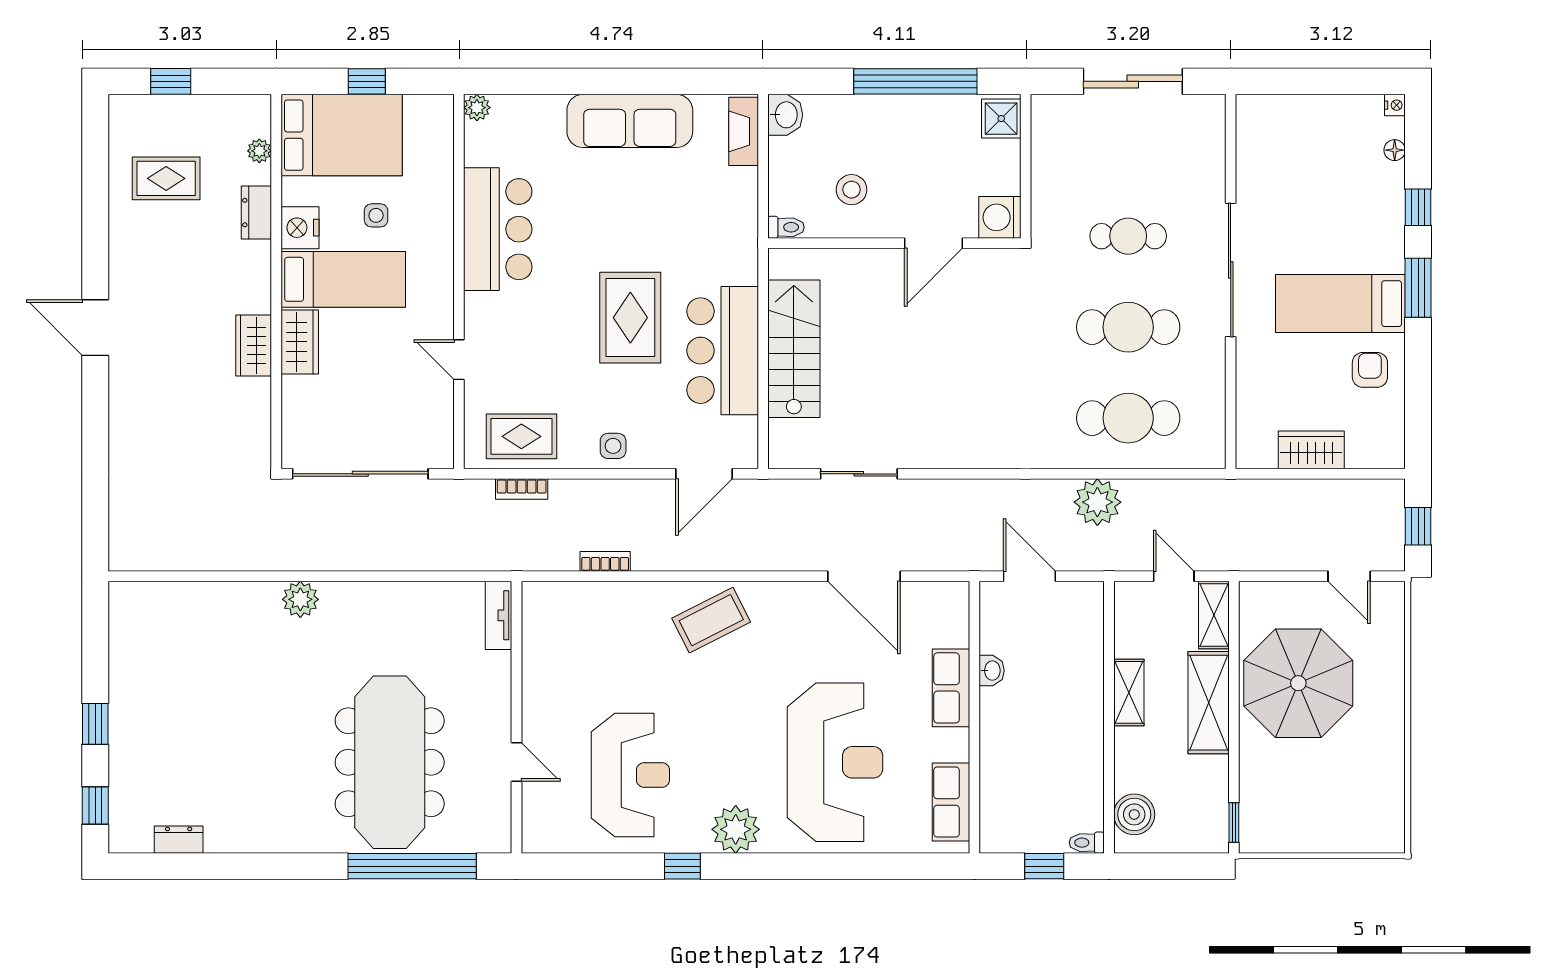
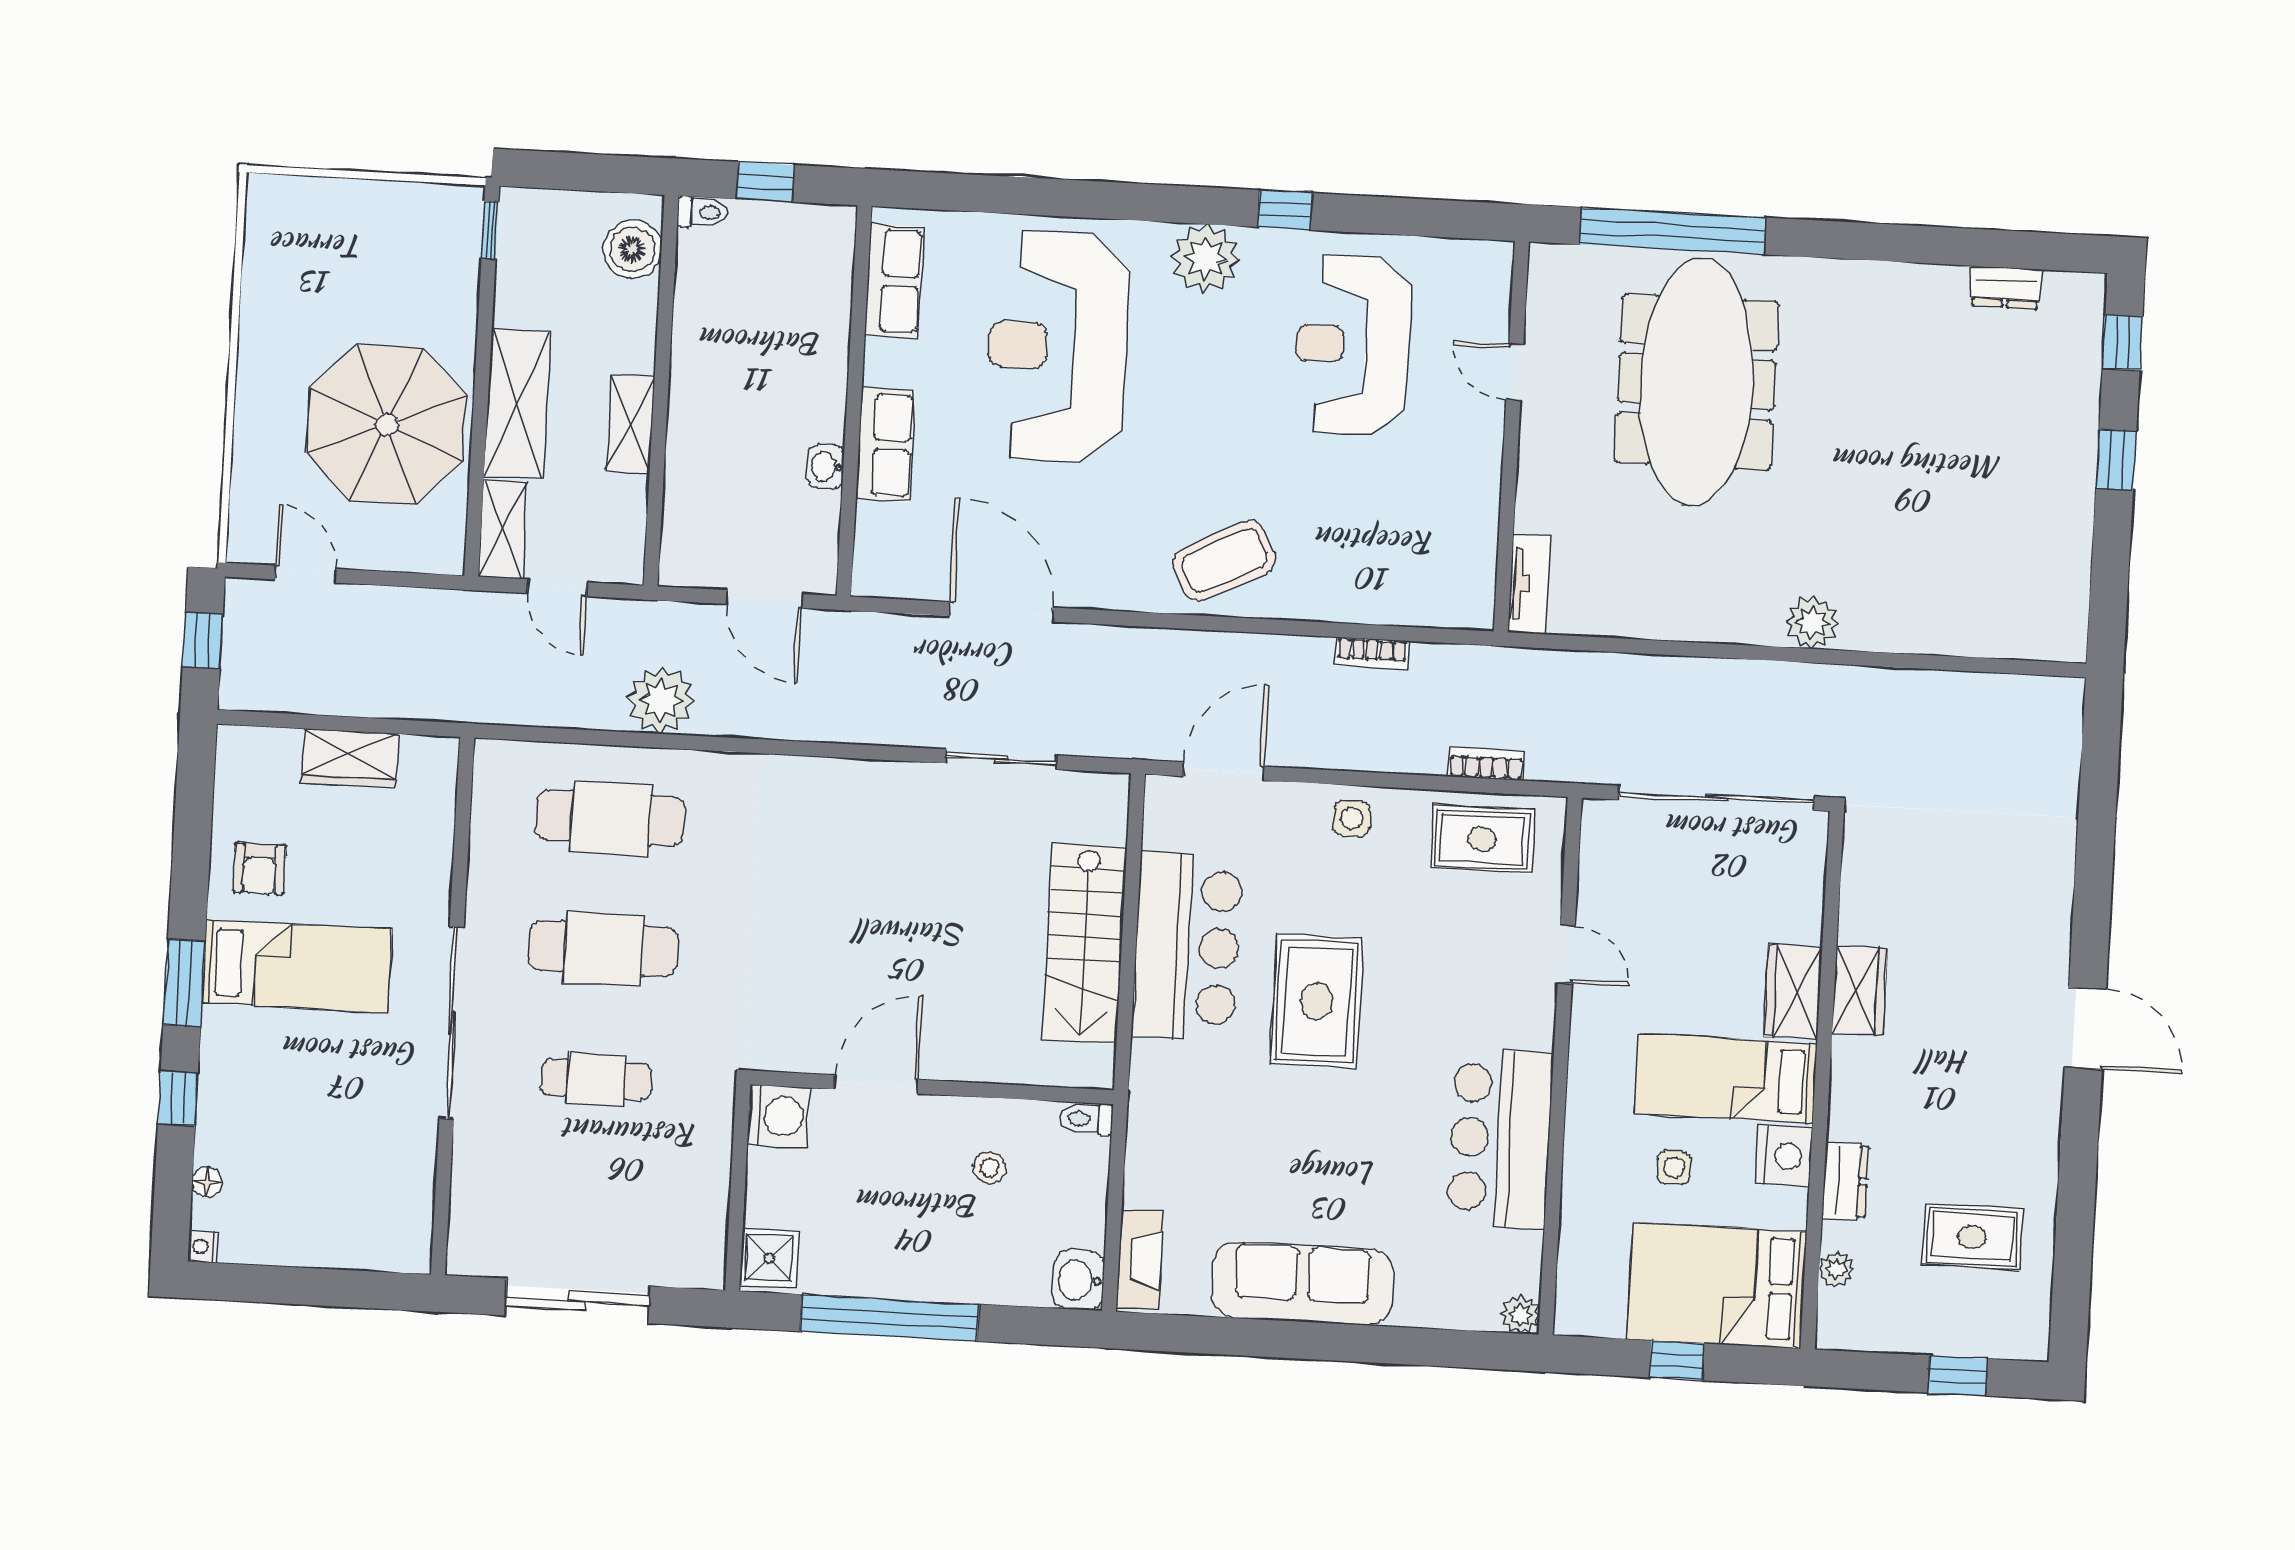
stool: (852, 190) -> (989, 1168), width x0.73, depth x0.73

